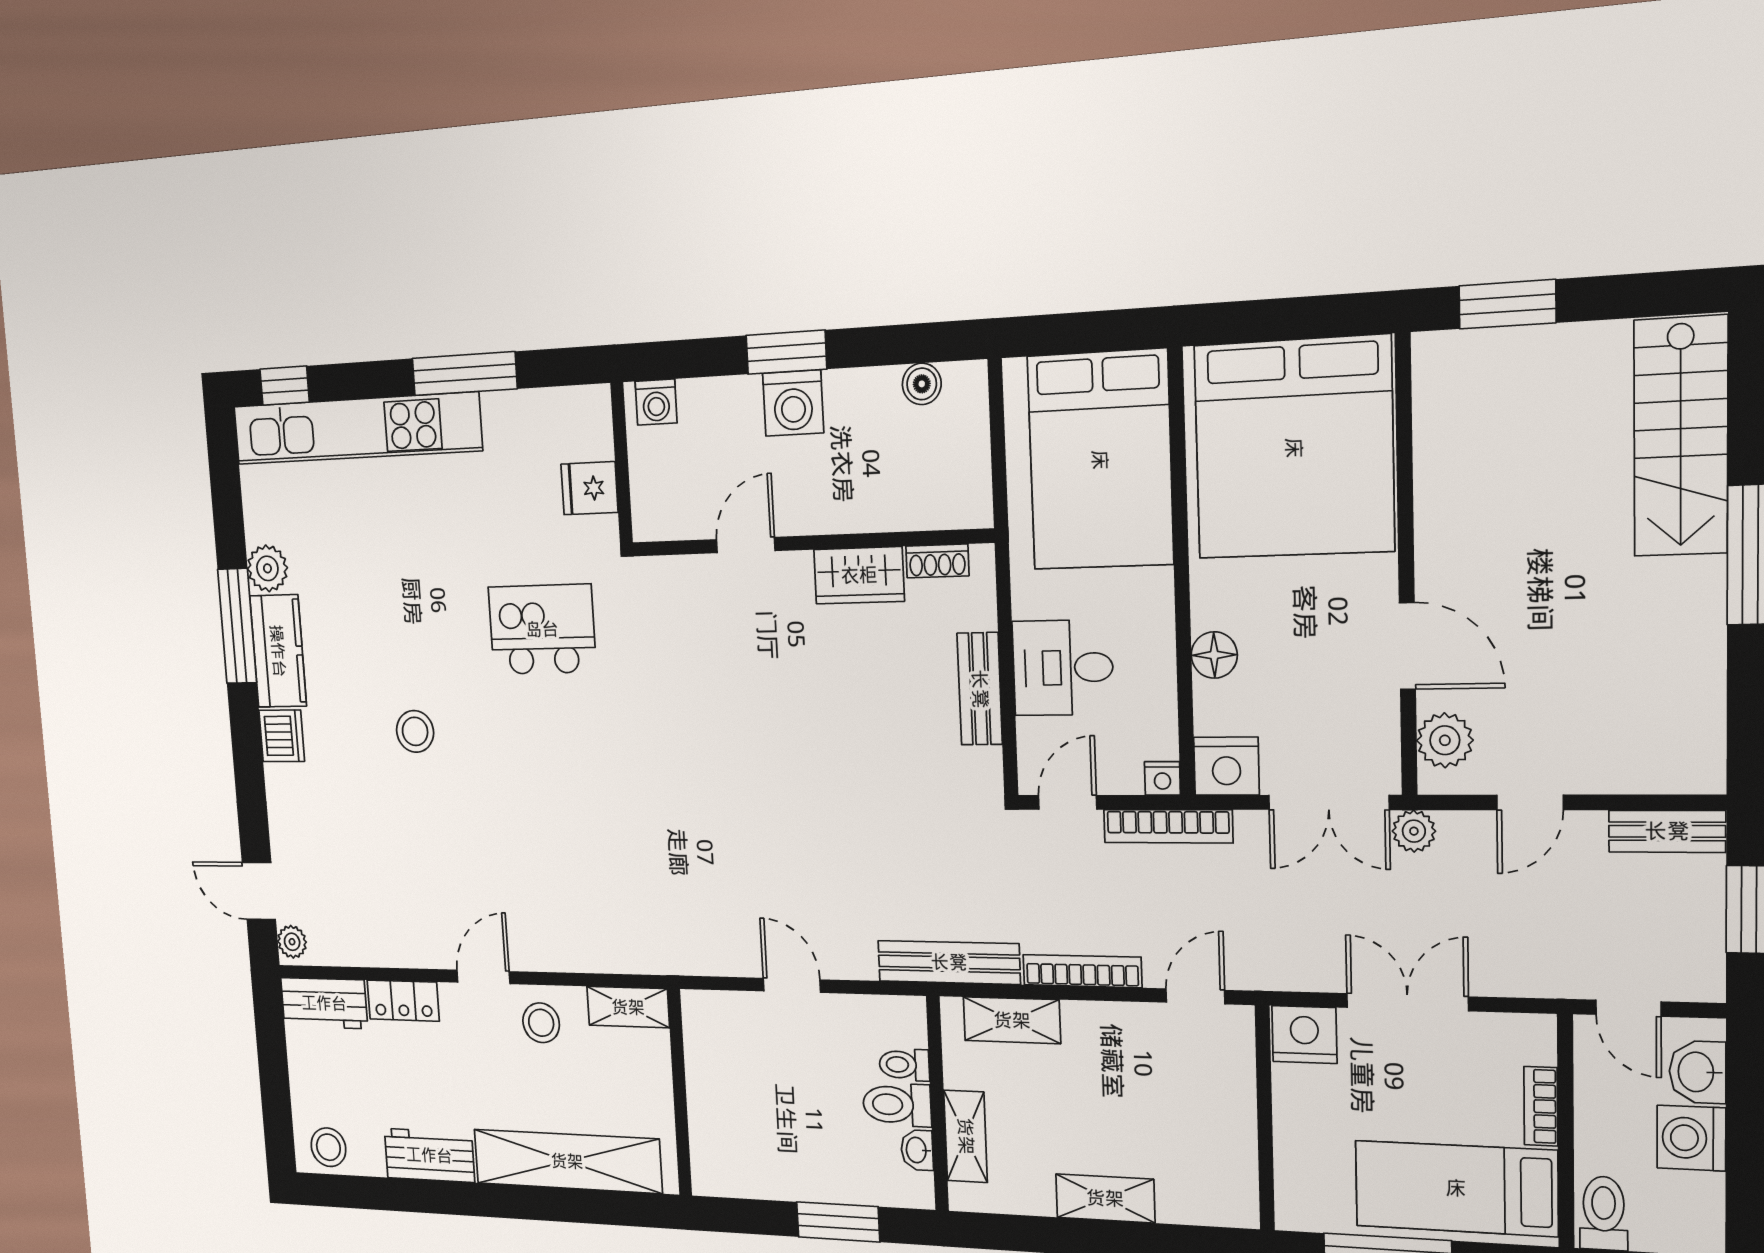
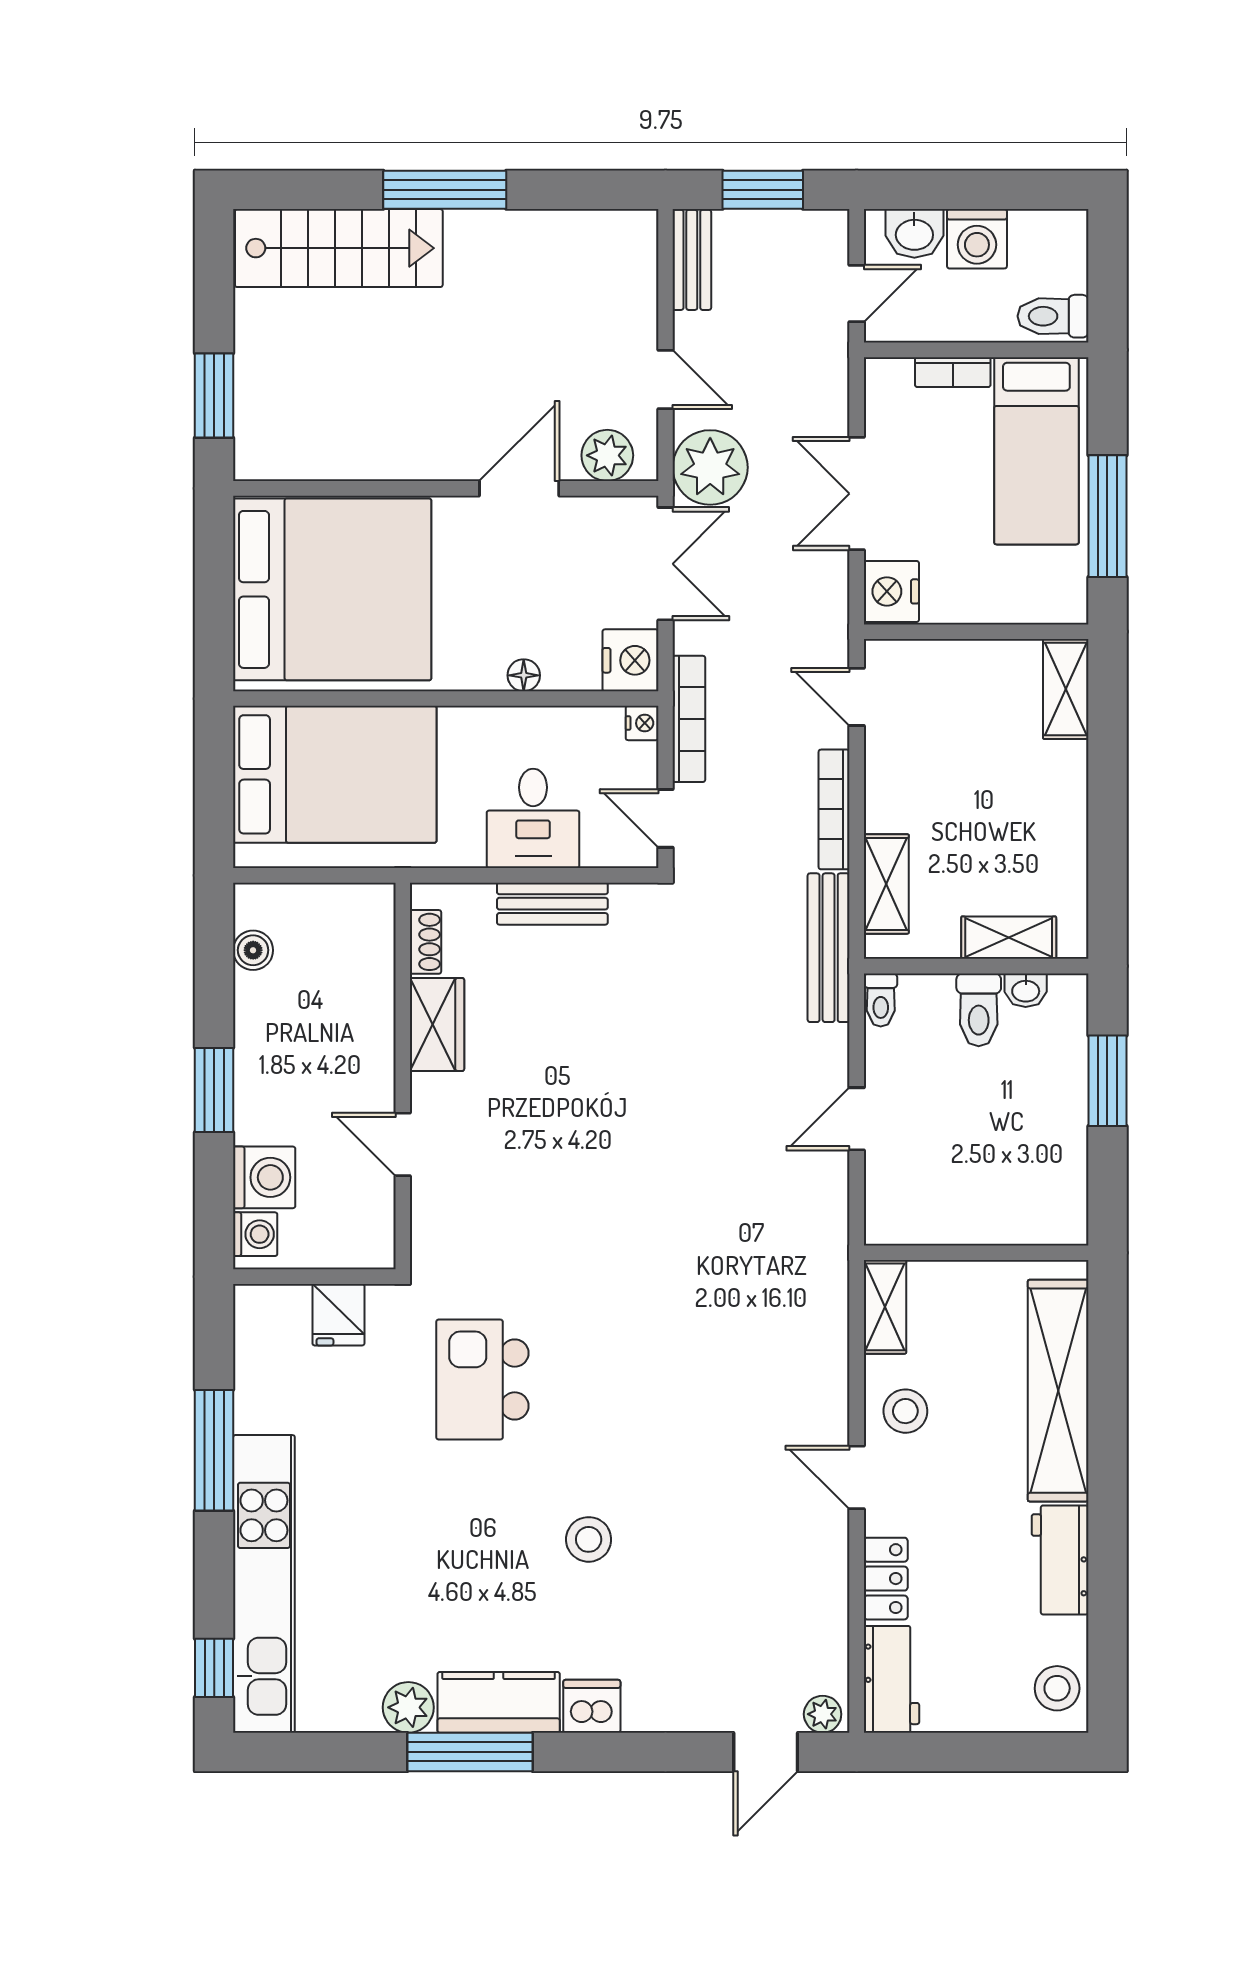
washing machine: (793, 403) -> (264, 1177), moved
floor lamp: (1214, 655) -> (524, 675), width x0.73, depth x0.73
plant: (1414, 831) -> (710, 467), width x1.88, depth x1.88
toilet: (904, 1065) -> (881, 1000), moved
shelving: (1105, 1198) -> (1066, 689), moved

